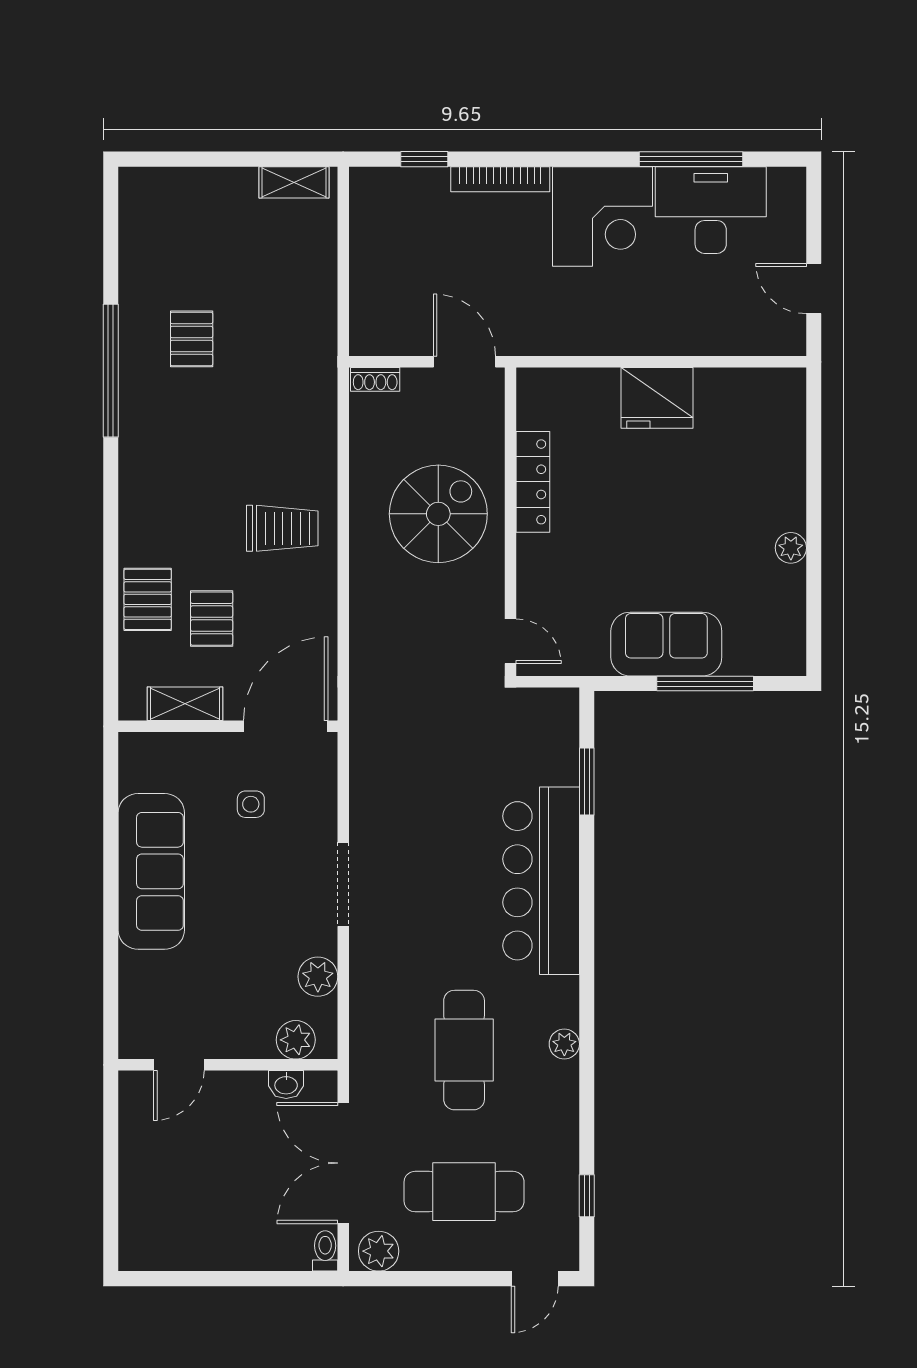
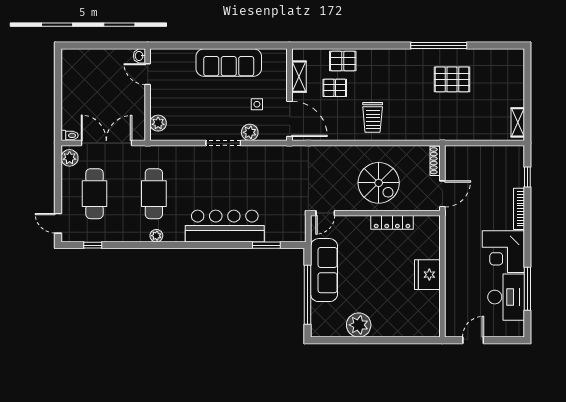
pallet: (192, 339) -> (452, 79), width x1.50, depth x1.42
shoe rack: (375, 379) -> (435, 161), width x1.43
plant: (791, 548) -> (359, 325), width x1.88, depth x1.88
sofa: (666, 644) -> (324, 270), width x1.36
window: (705, 684) -> (307, 295), width x1.46
plant: (318, 977) -> (250, 132), moved
cafe table: (464, 1050) -> (154, 194), turned 90
washbasin: (286, 1084) -> (139, 56), moved

